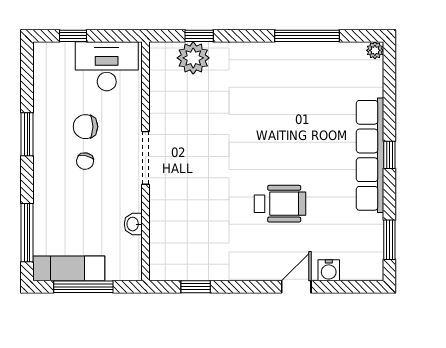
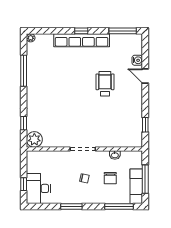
plant: (193, 58) -> (34, 139), moved
desk: (107, 66) -> (38, 188), moved
chair: (85, 127) -> (110, 178), moved
window: (389, 240) -> (123, 31), width x1.44

